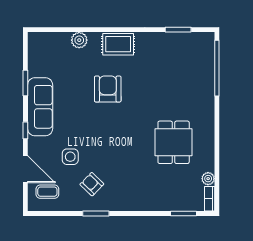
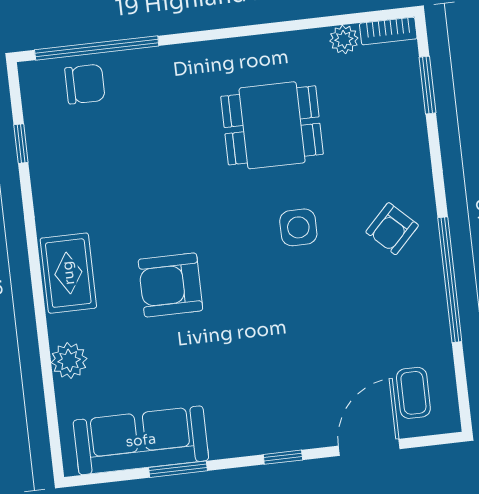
window: (178, 30) -> (21, 144), width x0.67
chair: (201, 61) -> (85, 84), added
sofa: (40, 107) -> (141, 440), moved
side table: (70, 157) -> (298, 227), moved
armchair: (92, 184) -> (392, 229), moved
window: (96, 214) -> (450, 280), width x2.11

